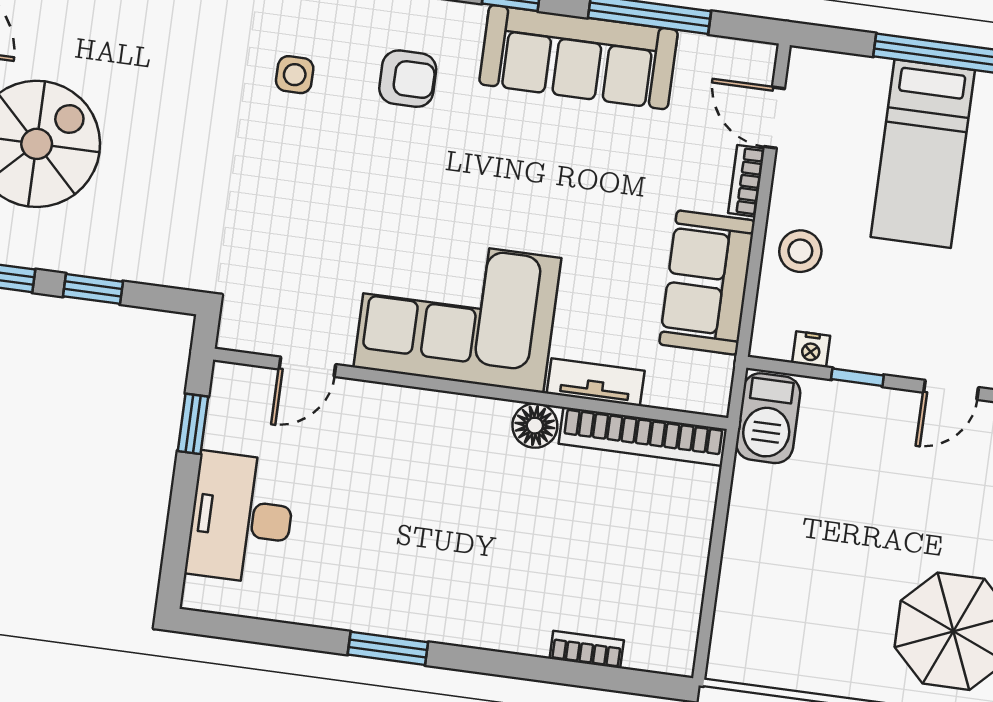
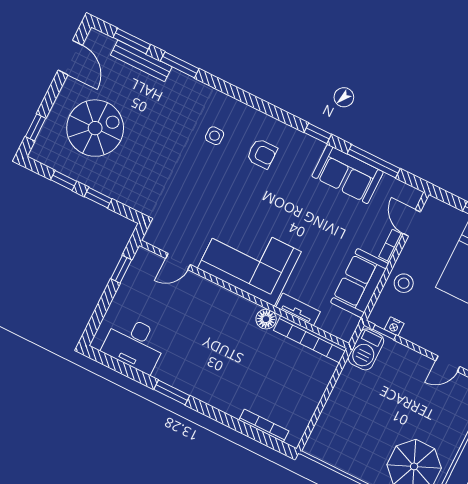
sofa: (579, 57) -> (348, 174), width x0.73
window: (857, 377) -> (384, 332), moved
desk: (241, 518) -> (135, 344), moved, turned -90
bookcase: (587, 650) -> (264, 426), width x1.56

